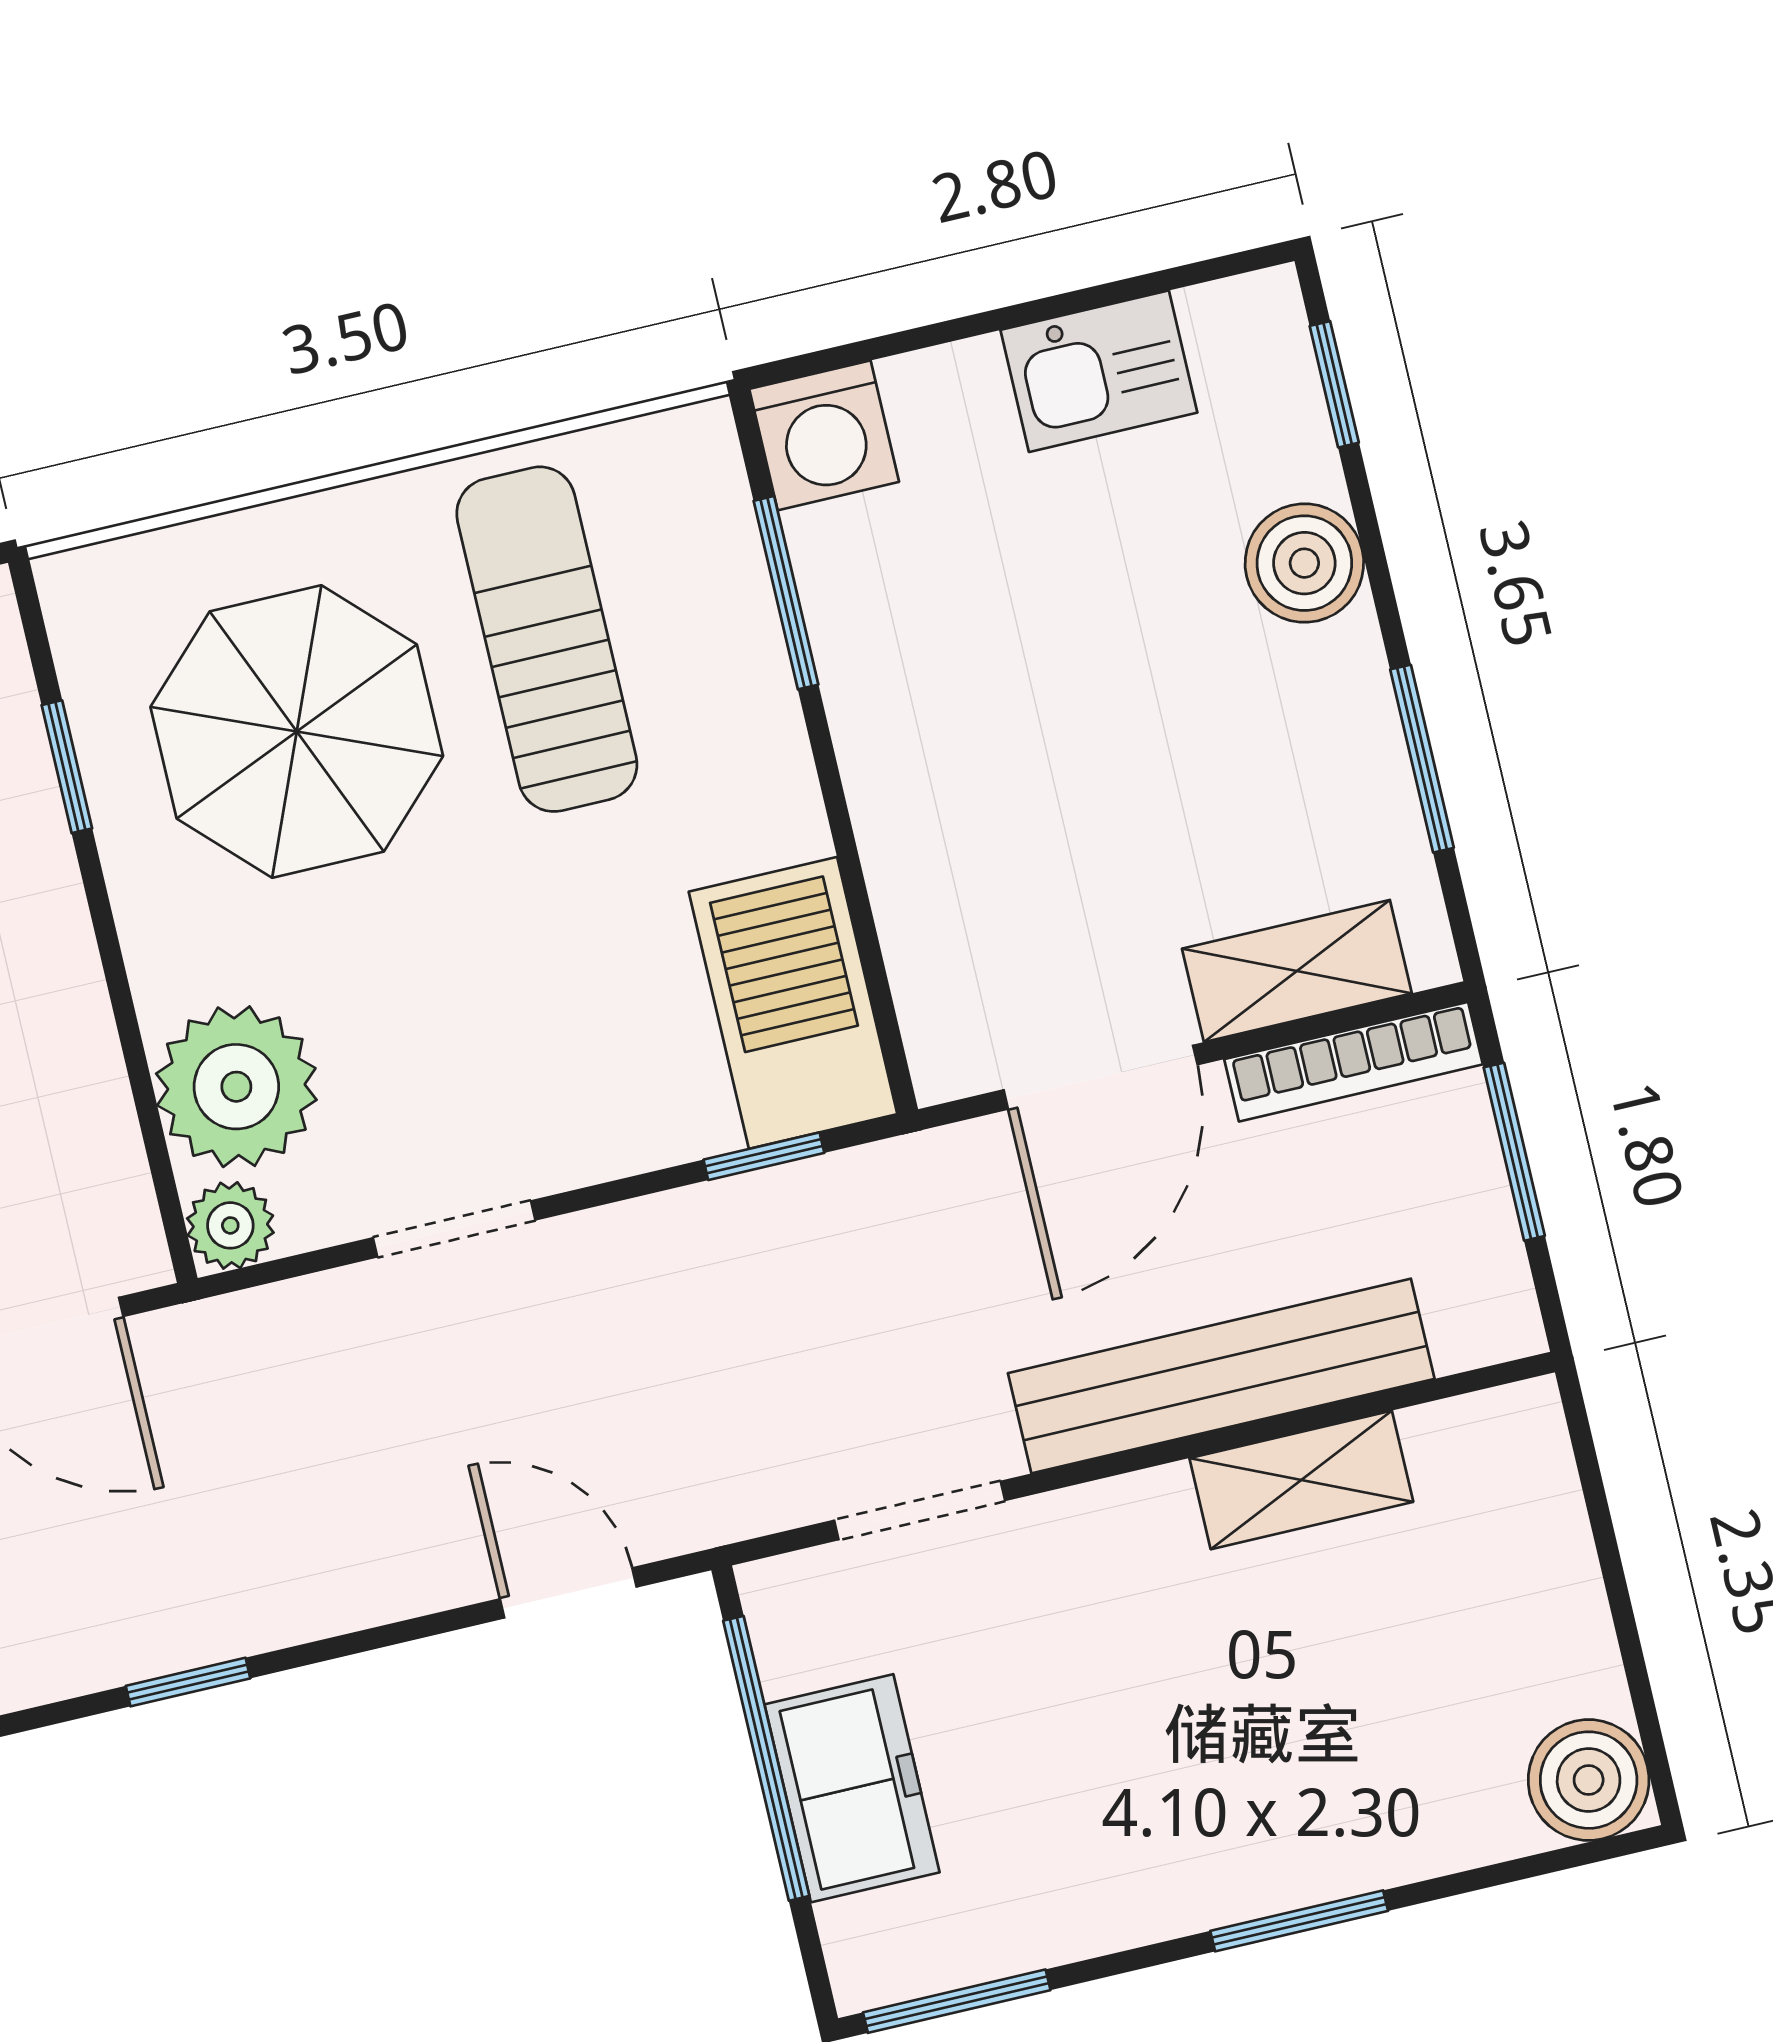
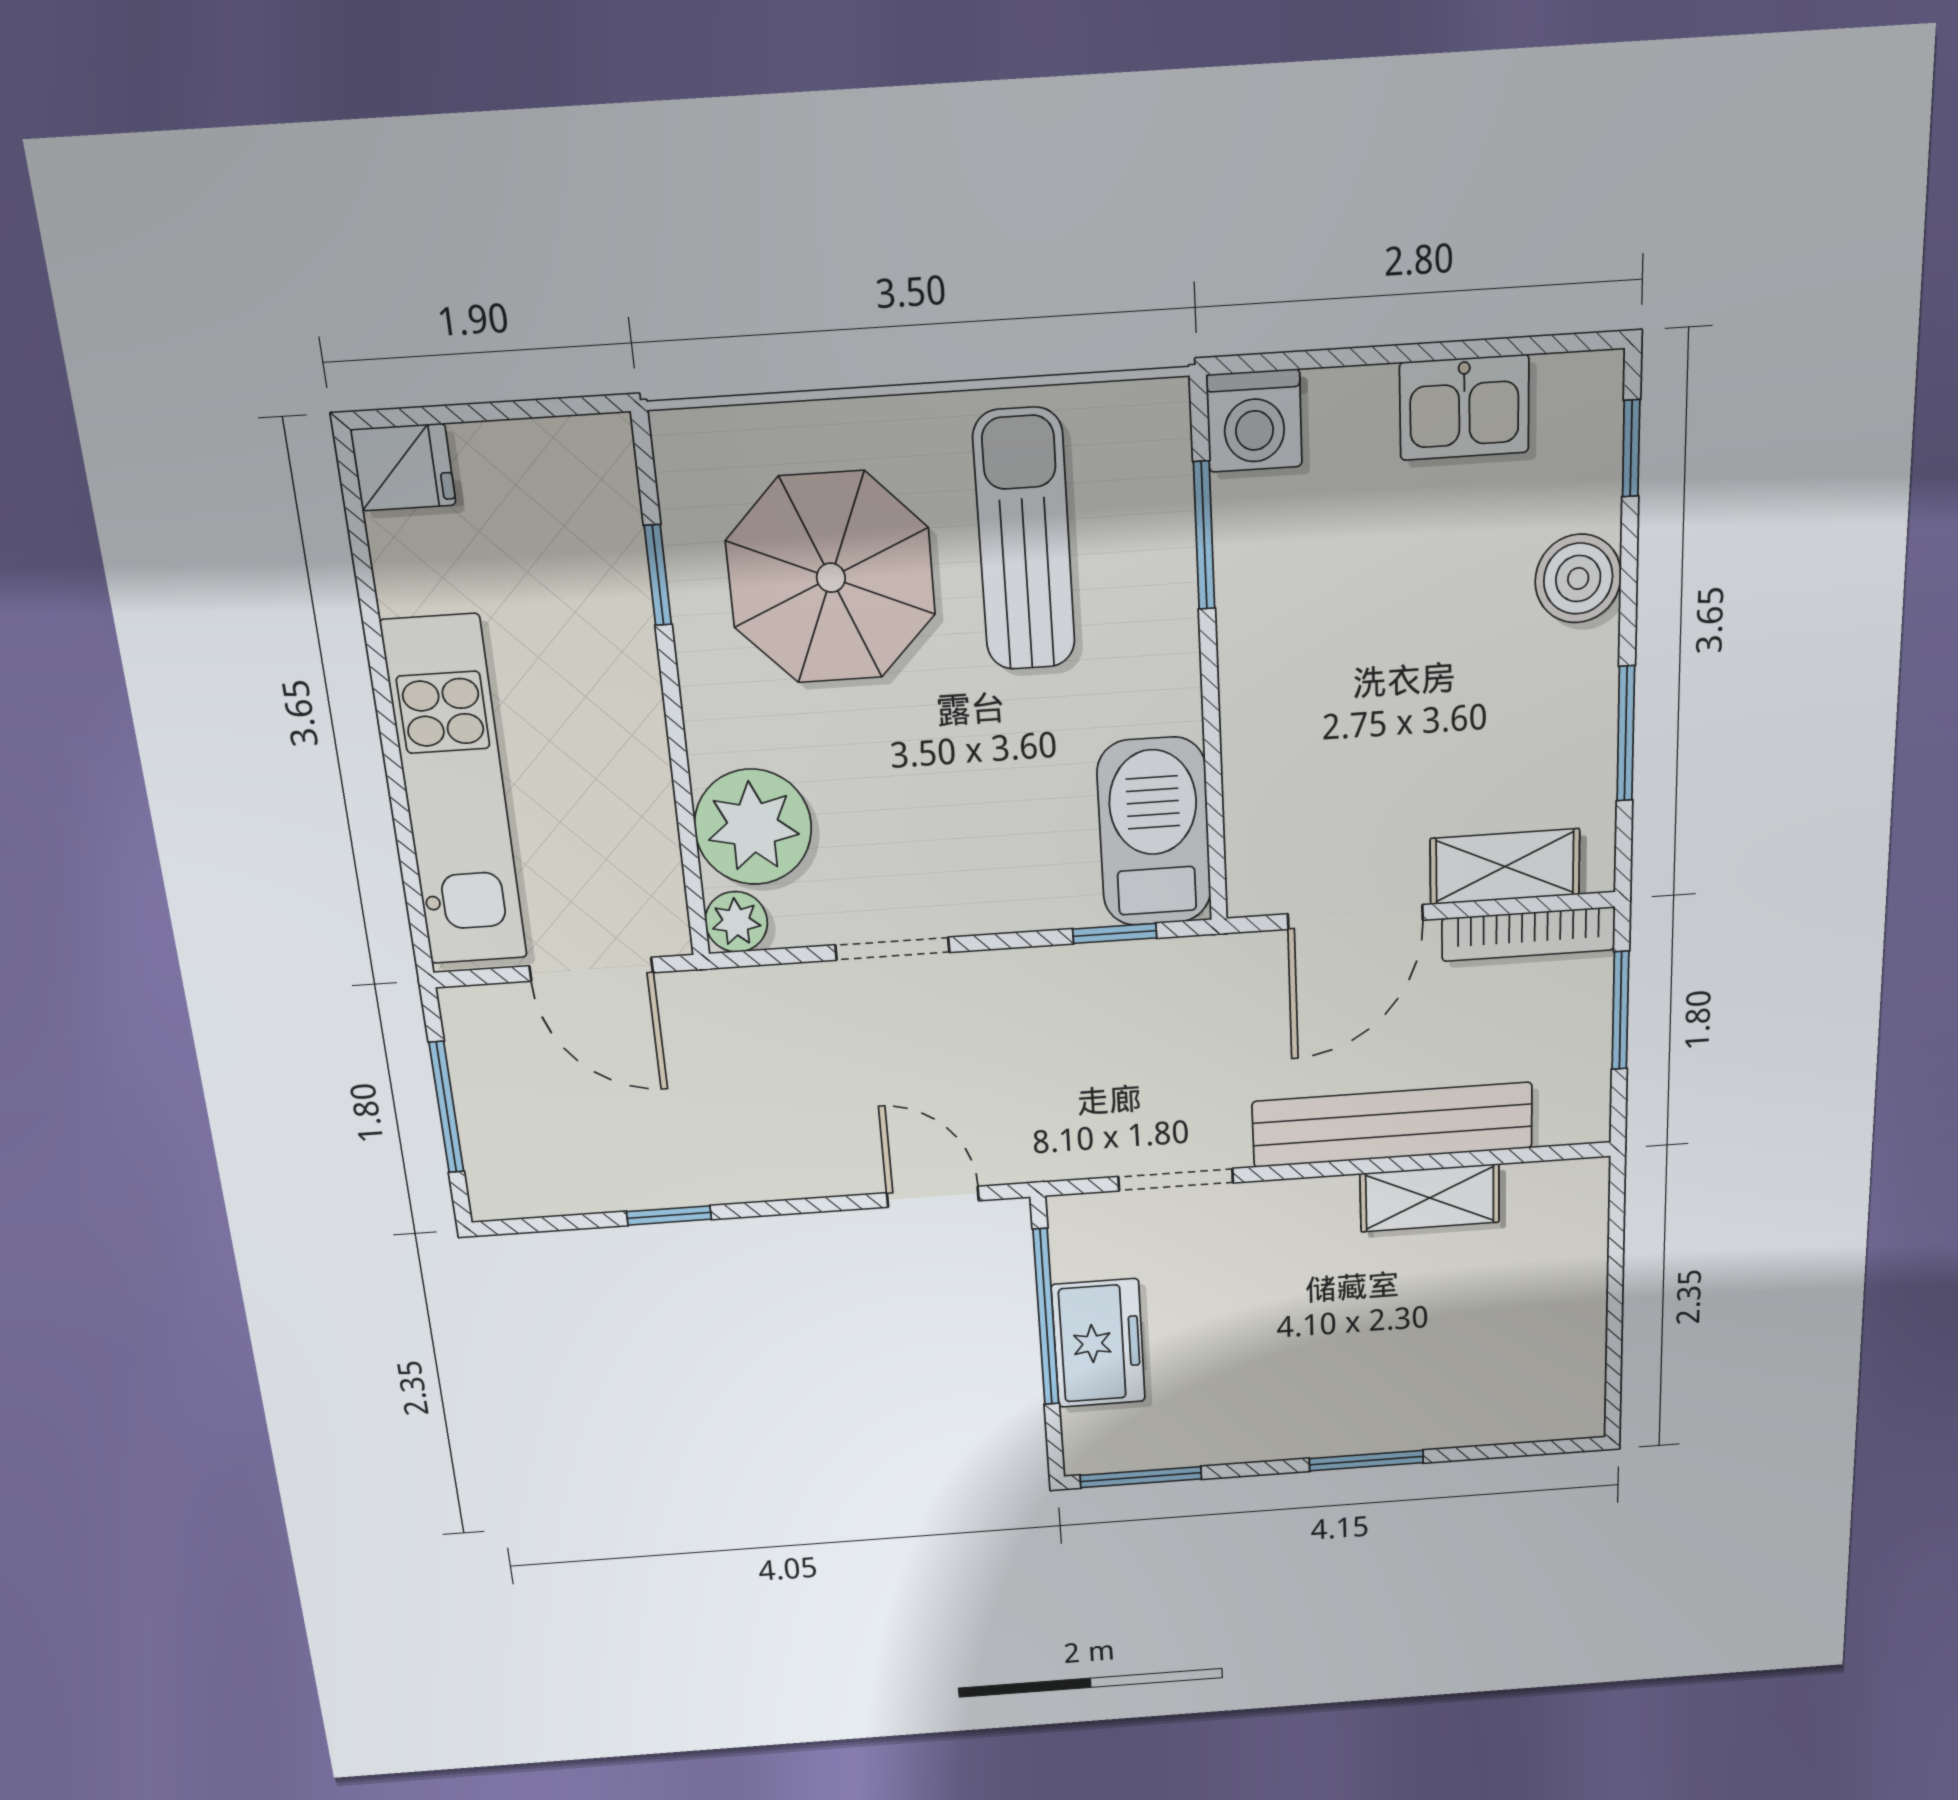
boiler: (1589, 1780) -> (1567, 1405), removed

